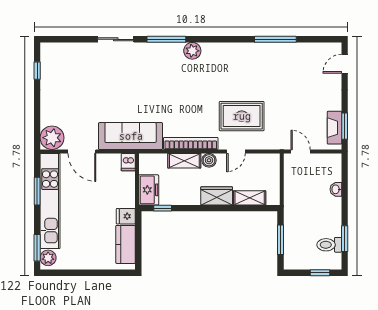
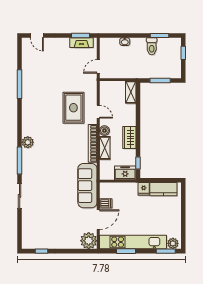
dishwasher: (128, 162) -> (106, 203), moved
wardrobe: (217, 196) -> (129, 137), moved
shelving: (250, 198) -> (131, 92), moved
toilet: (329, 245) -> (152, 46), moved

